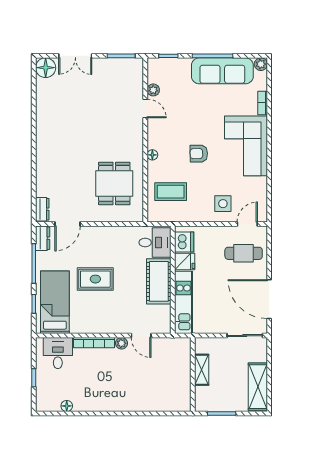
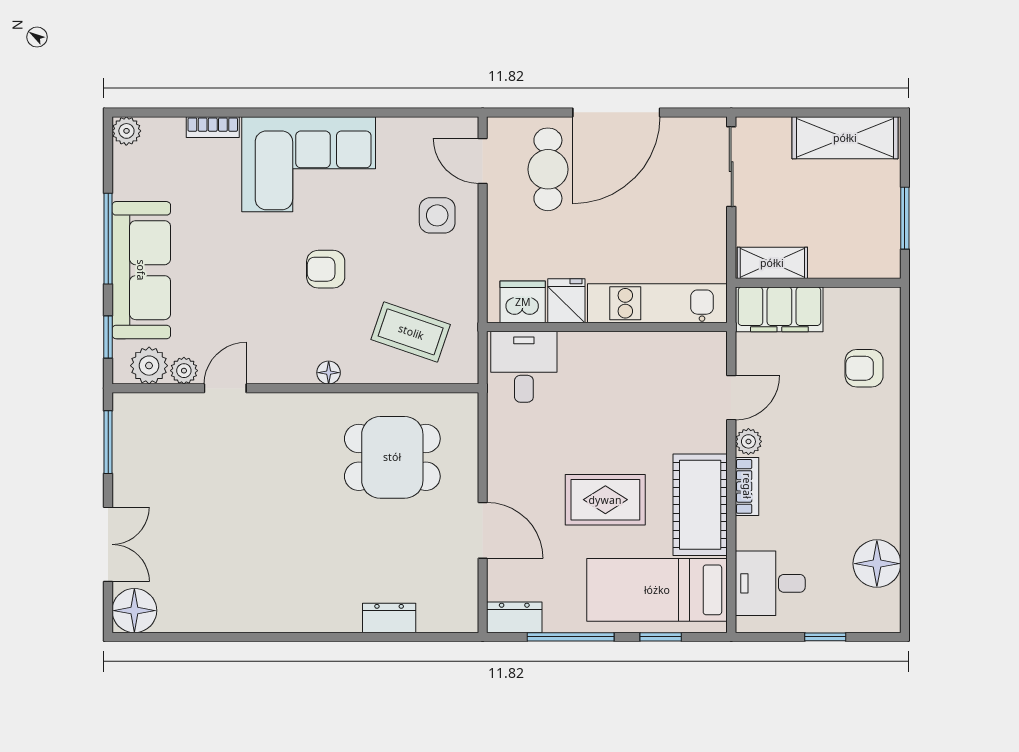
sofa: (222, 71) -> (141, 270), moved
plant: (156, 74) -> (149, 366), added
armchair: (199, 154) -> (326, 269), turned 91
coffee table: (171, 192) -> (411, 332), turned -71
dresser: (42, 209) -> (389, 618), moved
door: (67, 224) -> (483, 530), moved
rug: (95, 279) -> (605, 500), turned 90
cot: (159, 281) -> (700, 505), moved, turned 90
door: (269, 299) -> (616, 112), moved
bookcase: (94, 343) -> (747, 486), width x0.64
filing cabinet: (181, 357) -> (779, 309), added
shelving: (202, 370) -> (772, 263), moved
armchair: (154, 395) -> (864, 368), added
floor lamp: (67, 406) -> (877, 564), width x1.89, depth x1.89

